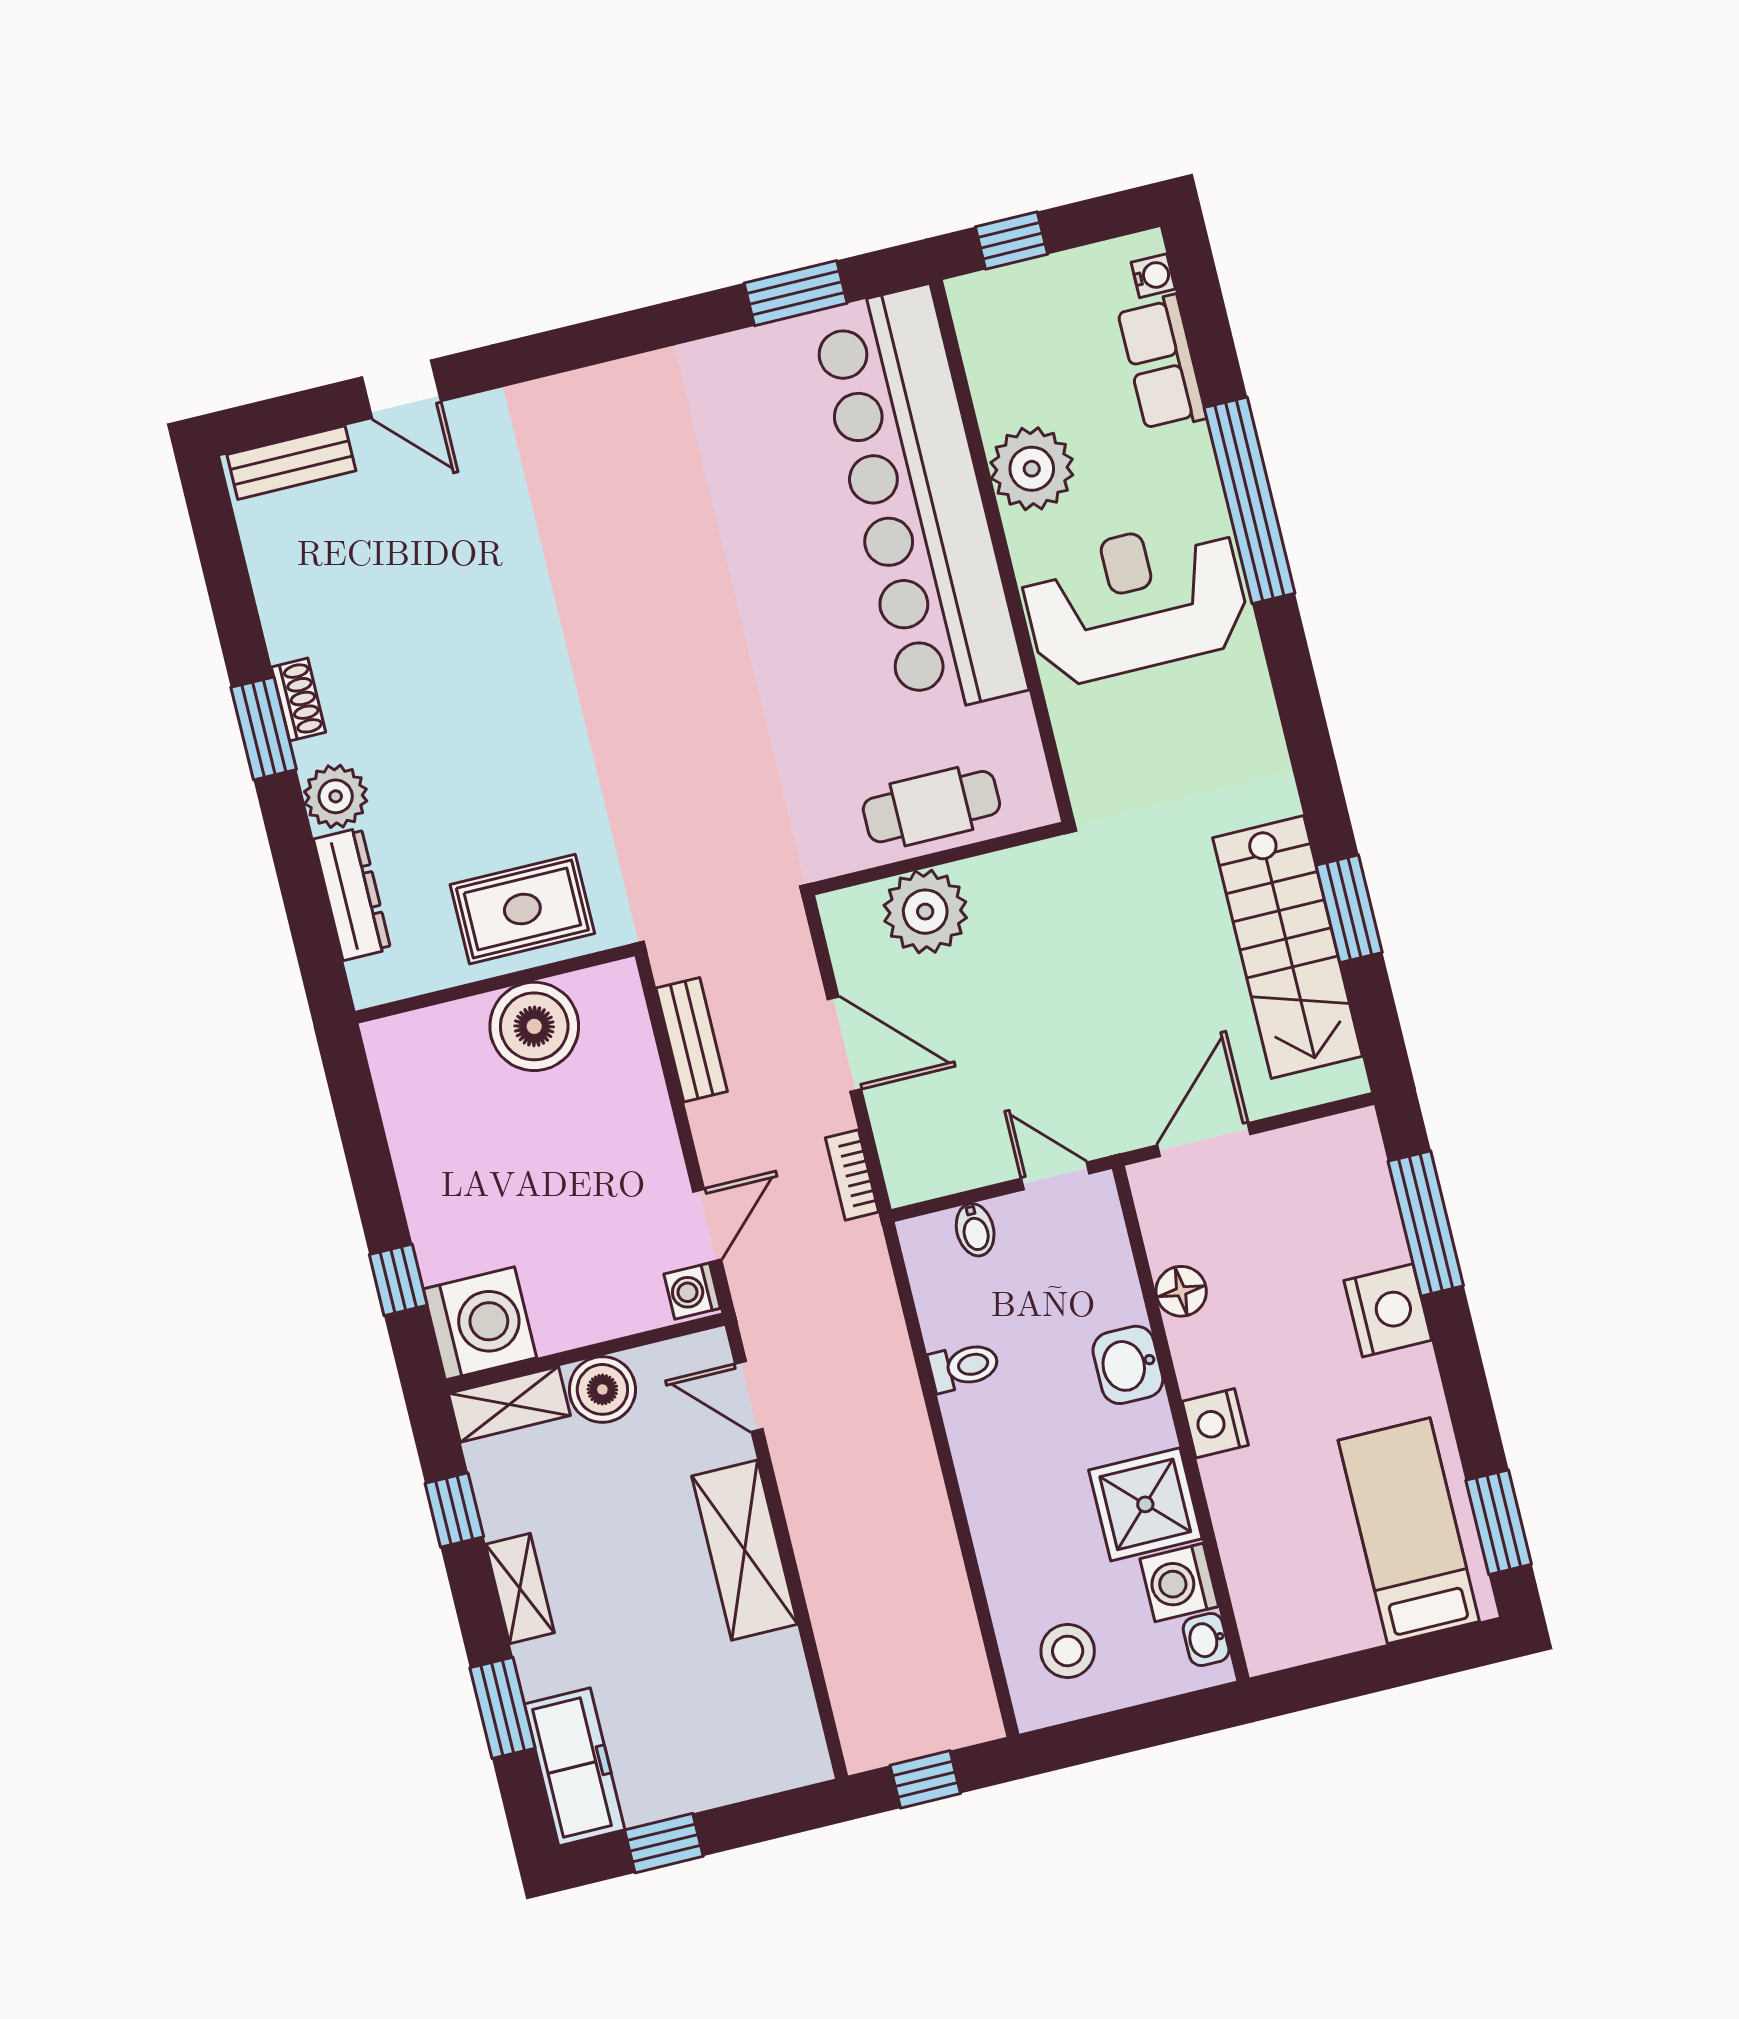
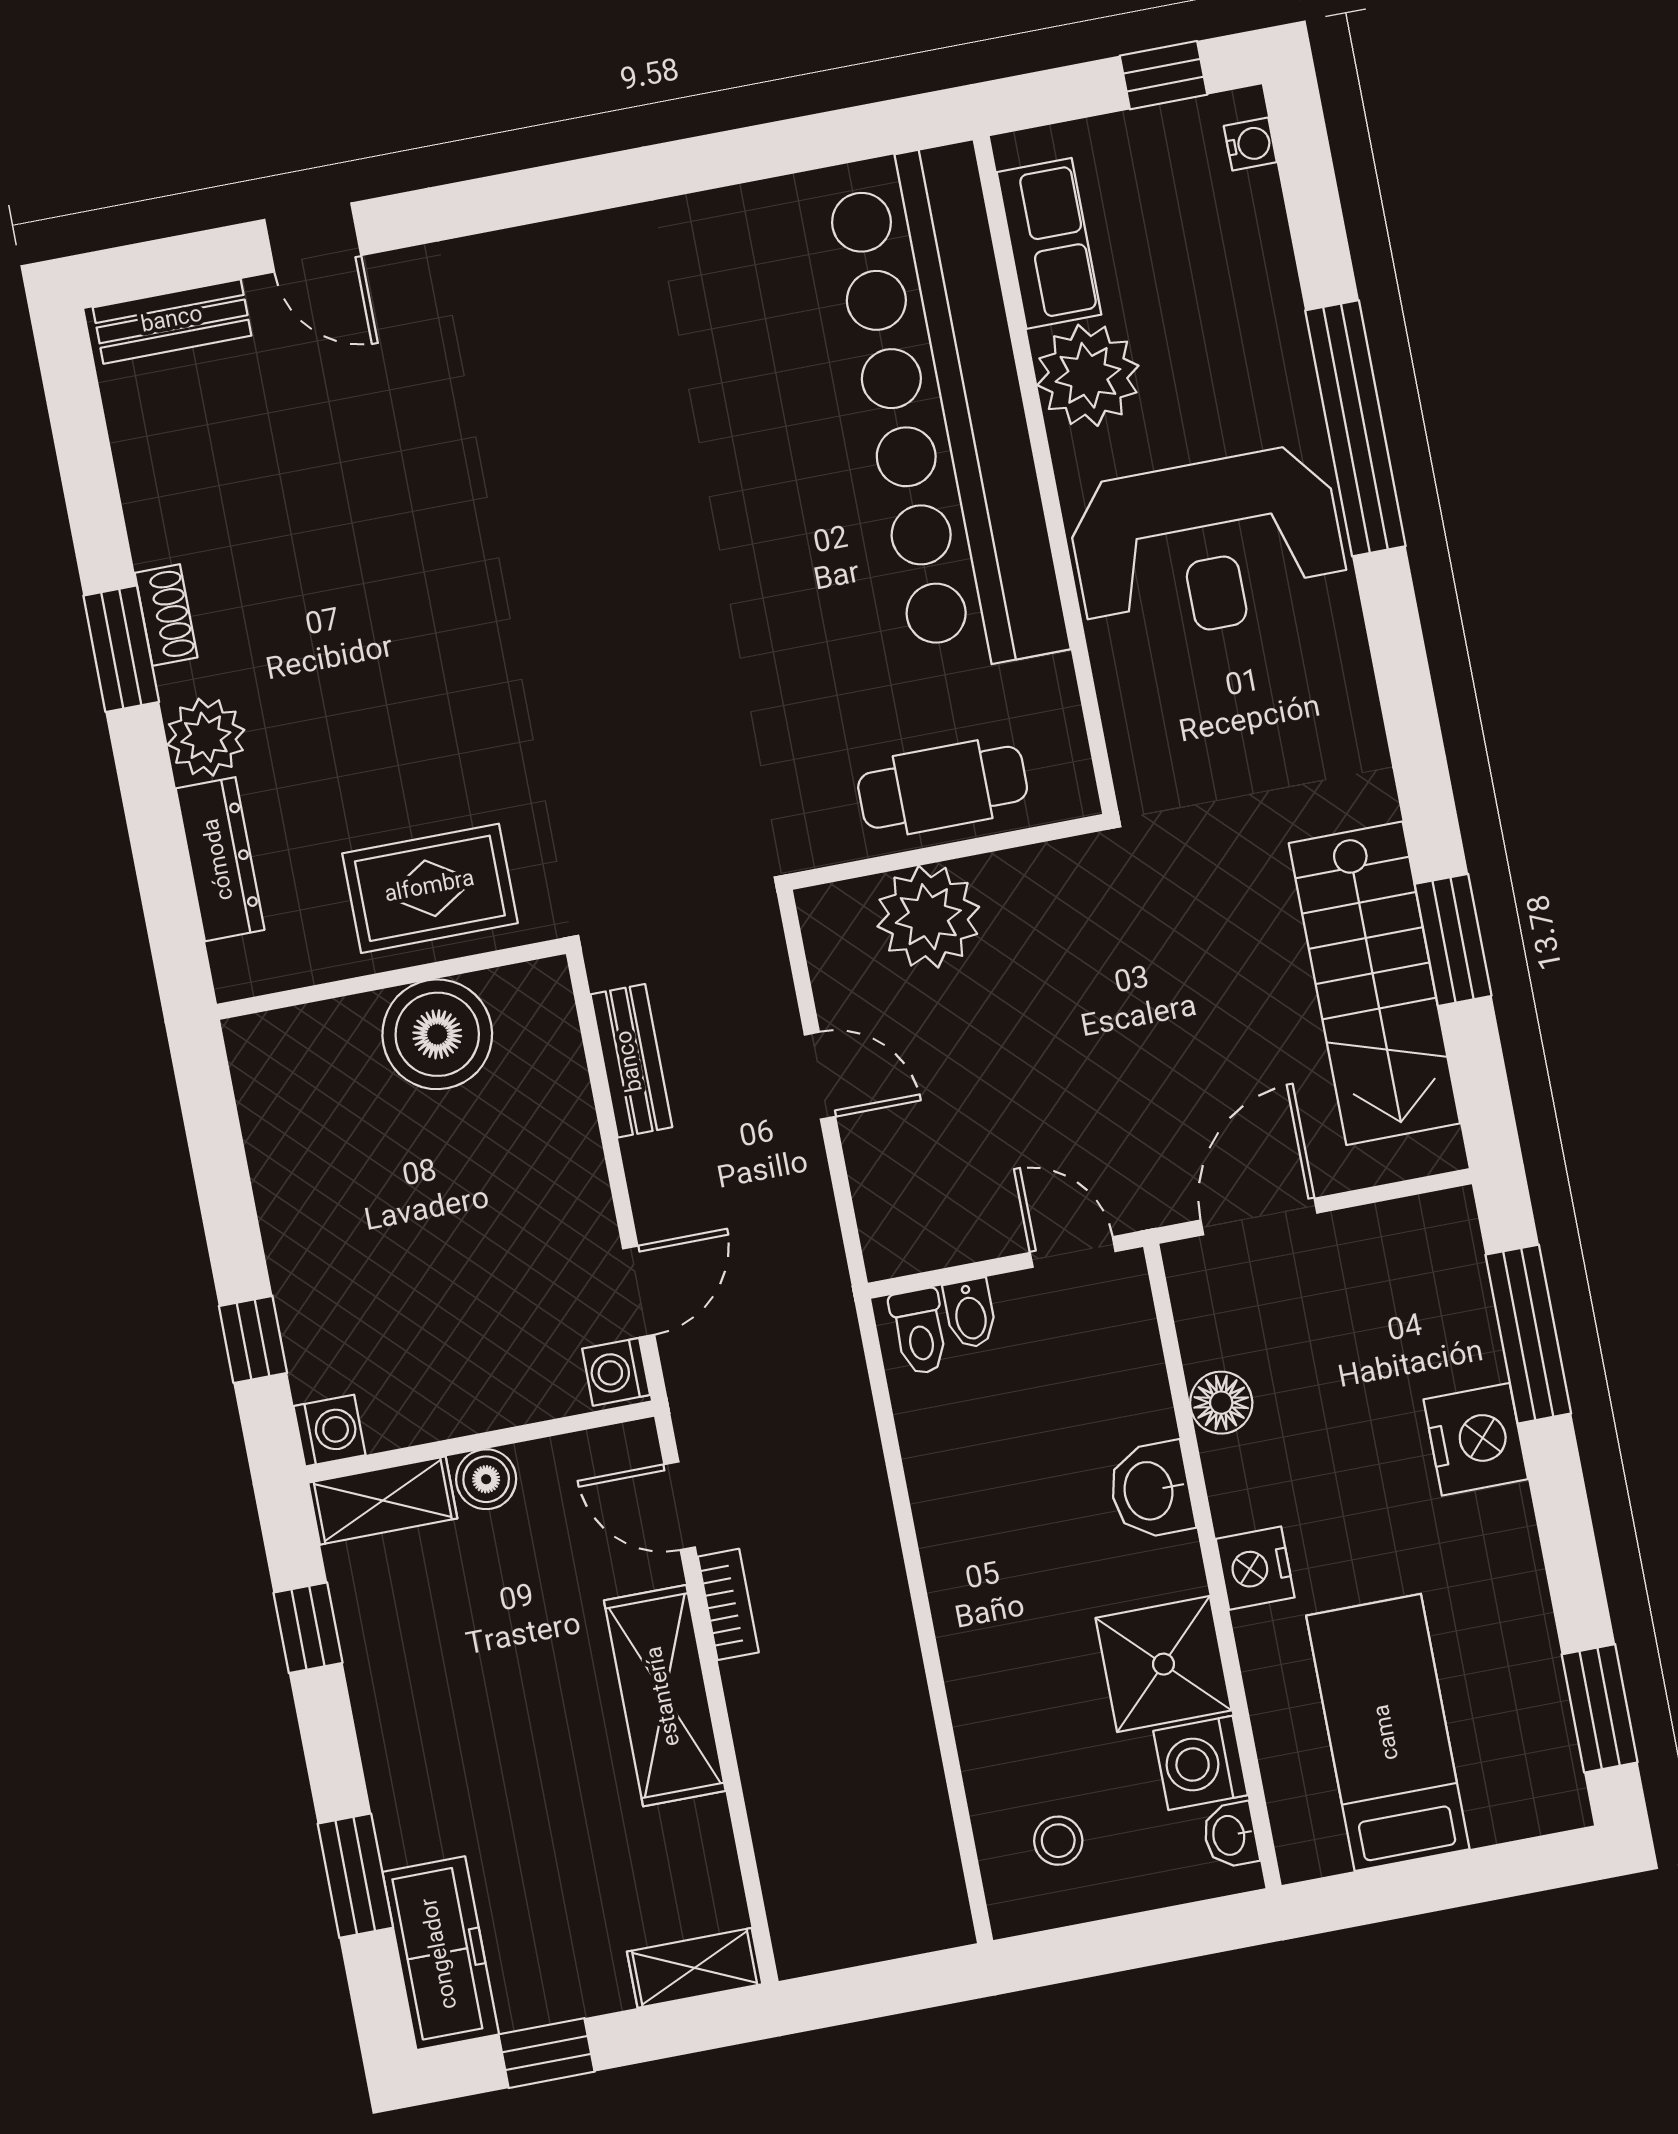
window: (1011, 241) -> (1163, 75), moved
window: (796, 293) -> (807, 143), removed
row of seats: (1162, 363) -> (1049, 243), moved, turned 180
reception desk: (1135, 601) -> (1208, 546), turned 180
door: (844, 1044) -> (820, 1076), width x0.73
bookcase: (852, 1175) -> (728, 1604), moved, turned 180
washing machine: (480, 1323) -> (330, 1431), width x0.53, depth x0.53
toilet: (964, 1367) -> (919, 1332), moved, turned 90
boiler: (602, 1389) -> (486, 1479), width x0.73, depth x0.73
bed: (1409, 1531) -> (1388, 1732), moved
shelving: (520, 1589) -> (695, 1968), moved, turned 90
stool: (1068, 1651) -> (1058, 1841), width x0.73, depth x0.73
window: (925, 1779) -> (874, 1991), removed

